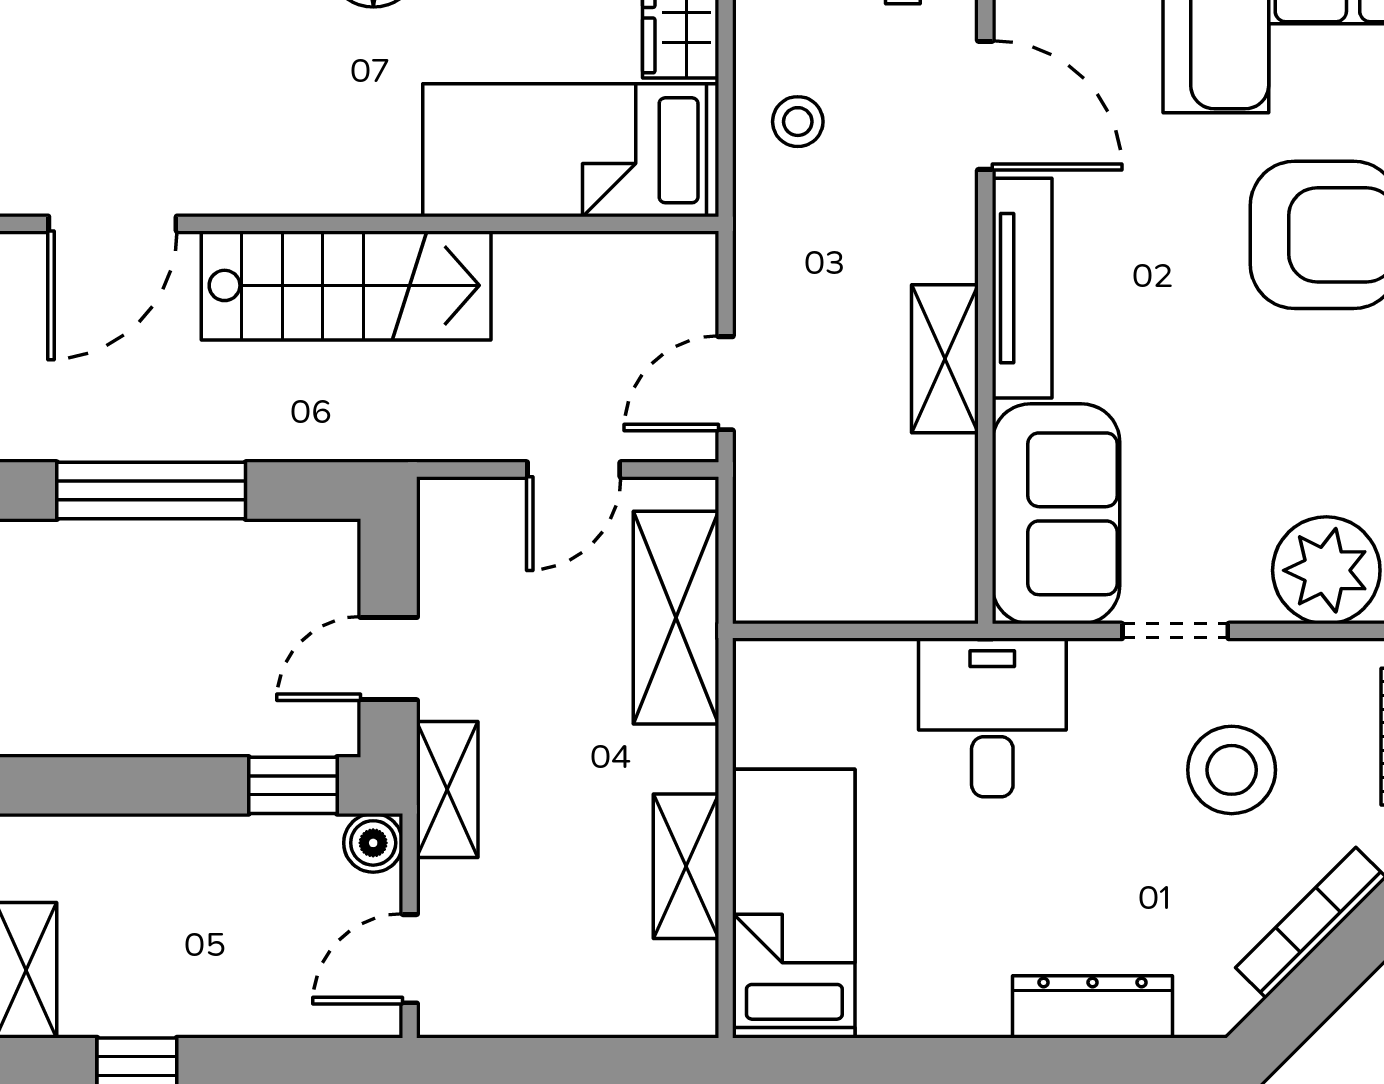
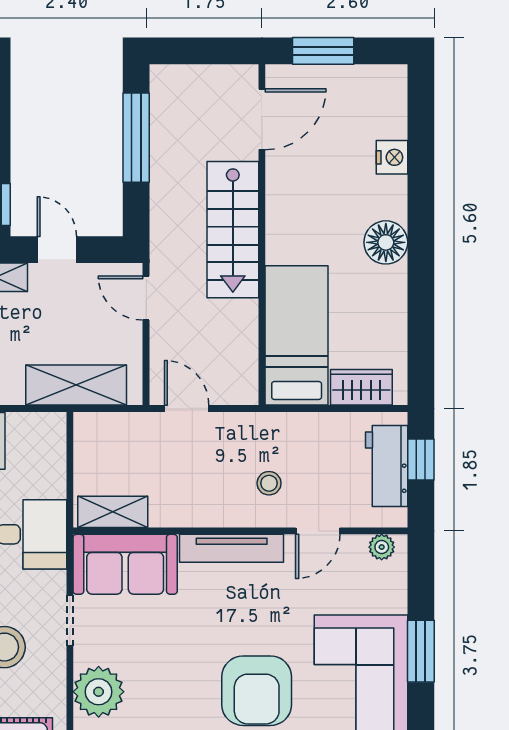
door: (985, 105) -> (318, 531), width x0.73
stool: (798, 122) -> (269, 483), moved
door: (112, 224) -> (262, 119), swing flipped
shelving: (945, 359) -> (113, 512), moved
door: (574, 470) -> (146, 298), moved

